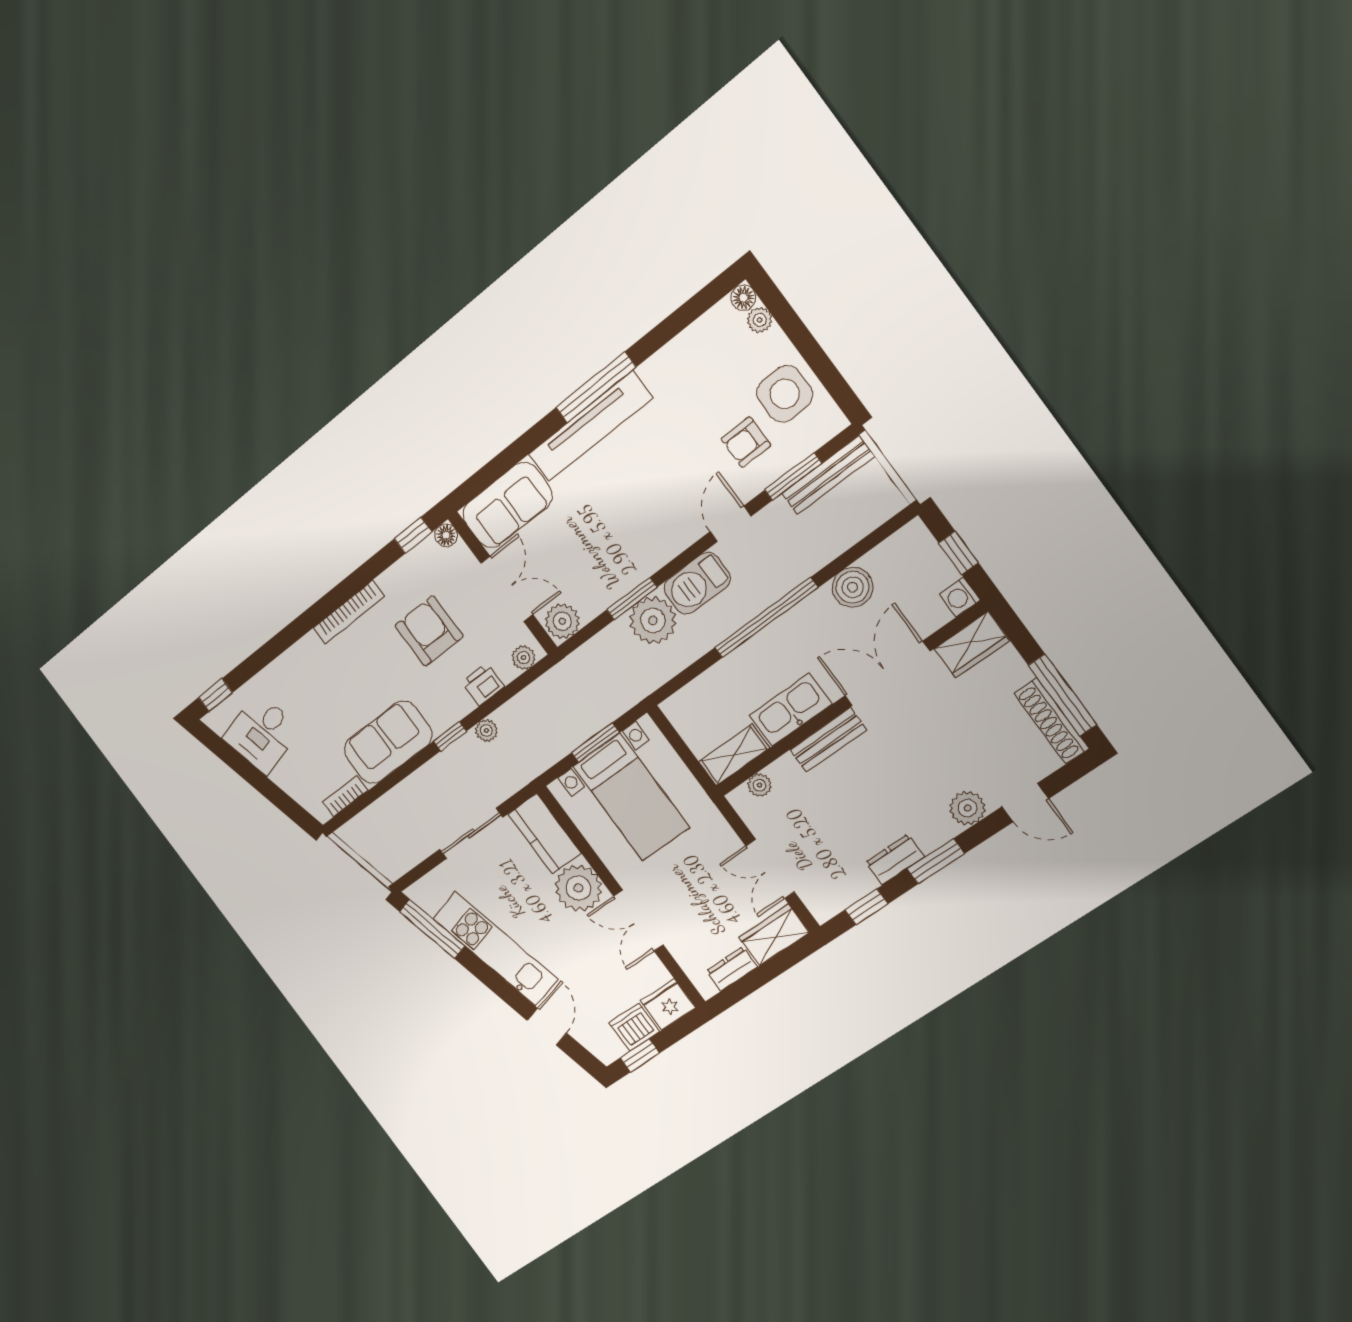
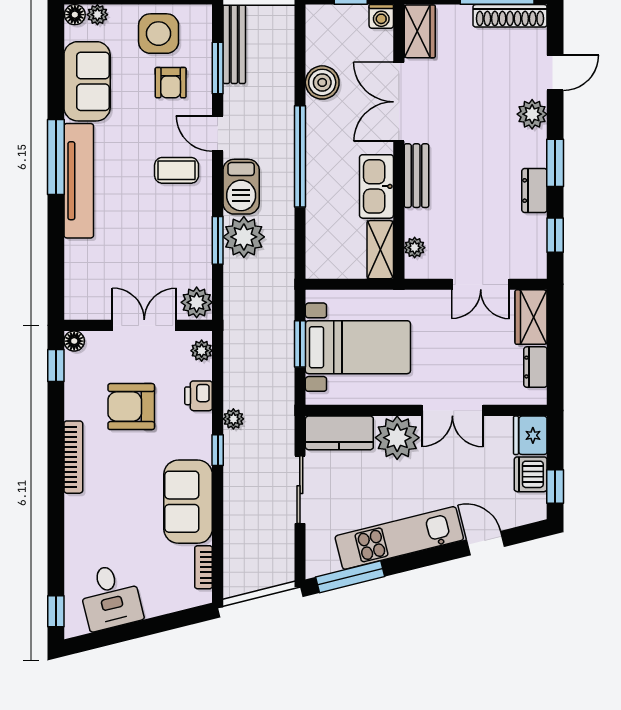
sofa: (507, 505) -> (87, 81), moved
coffee table: (668, 511) -> (177, 170), added

